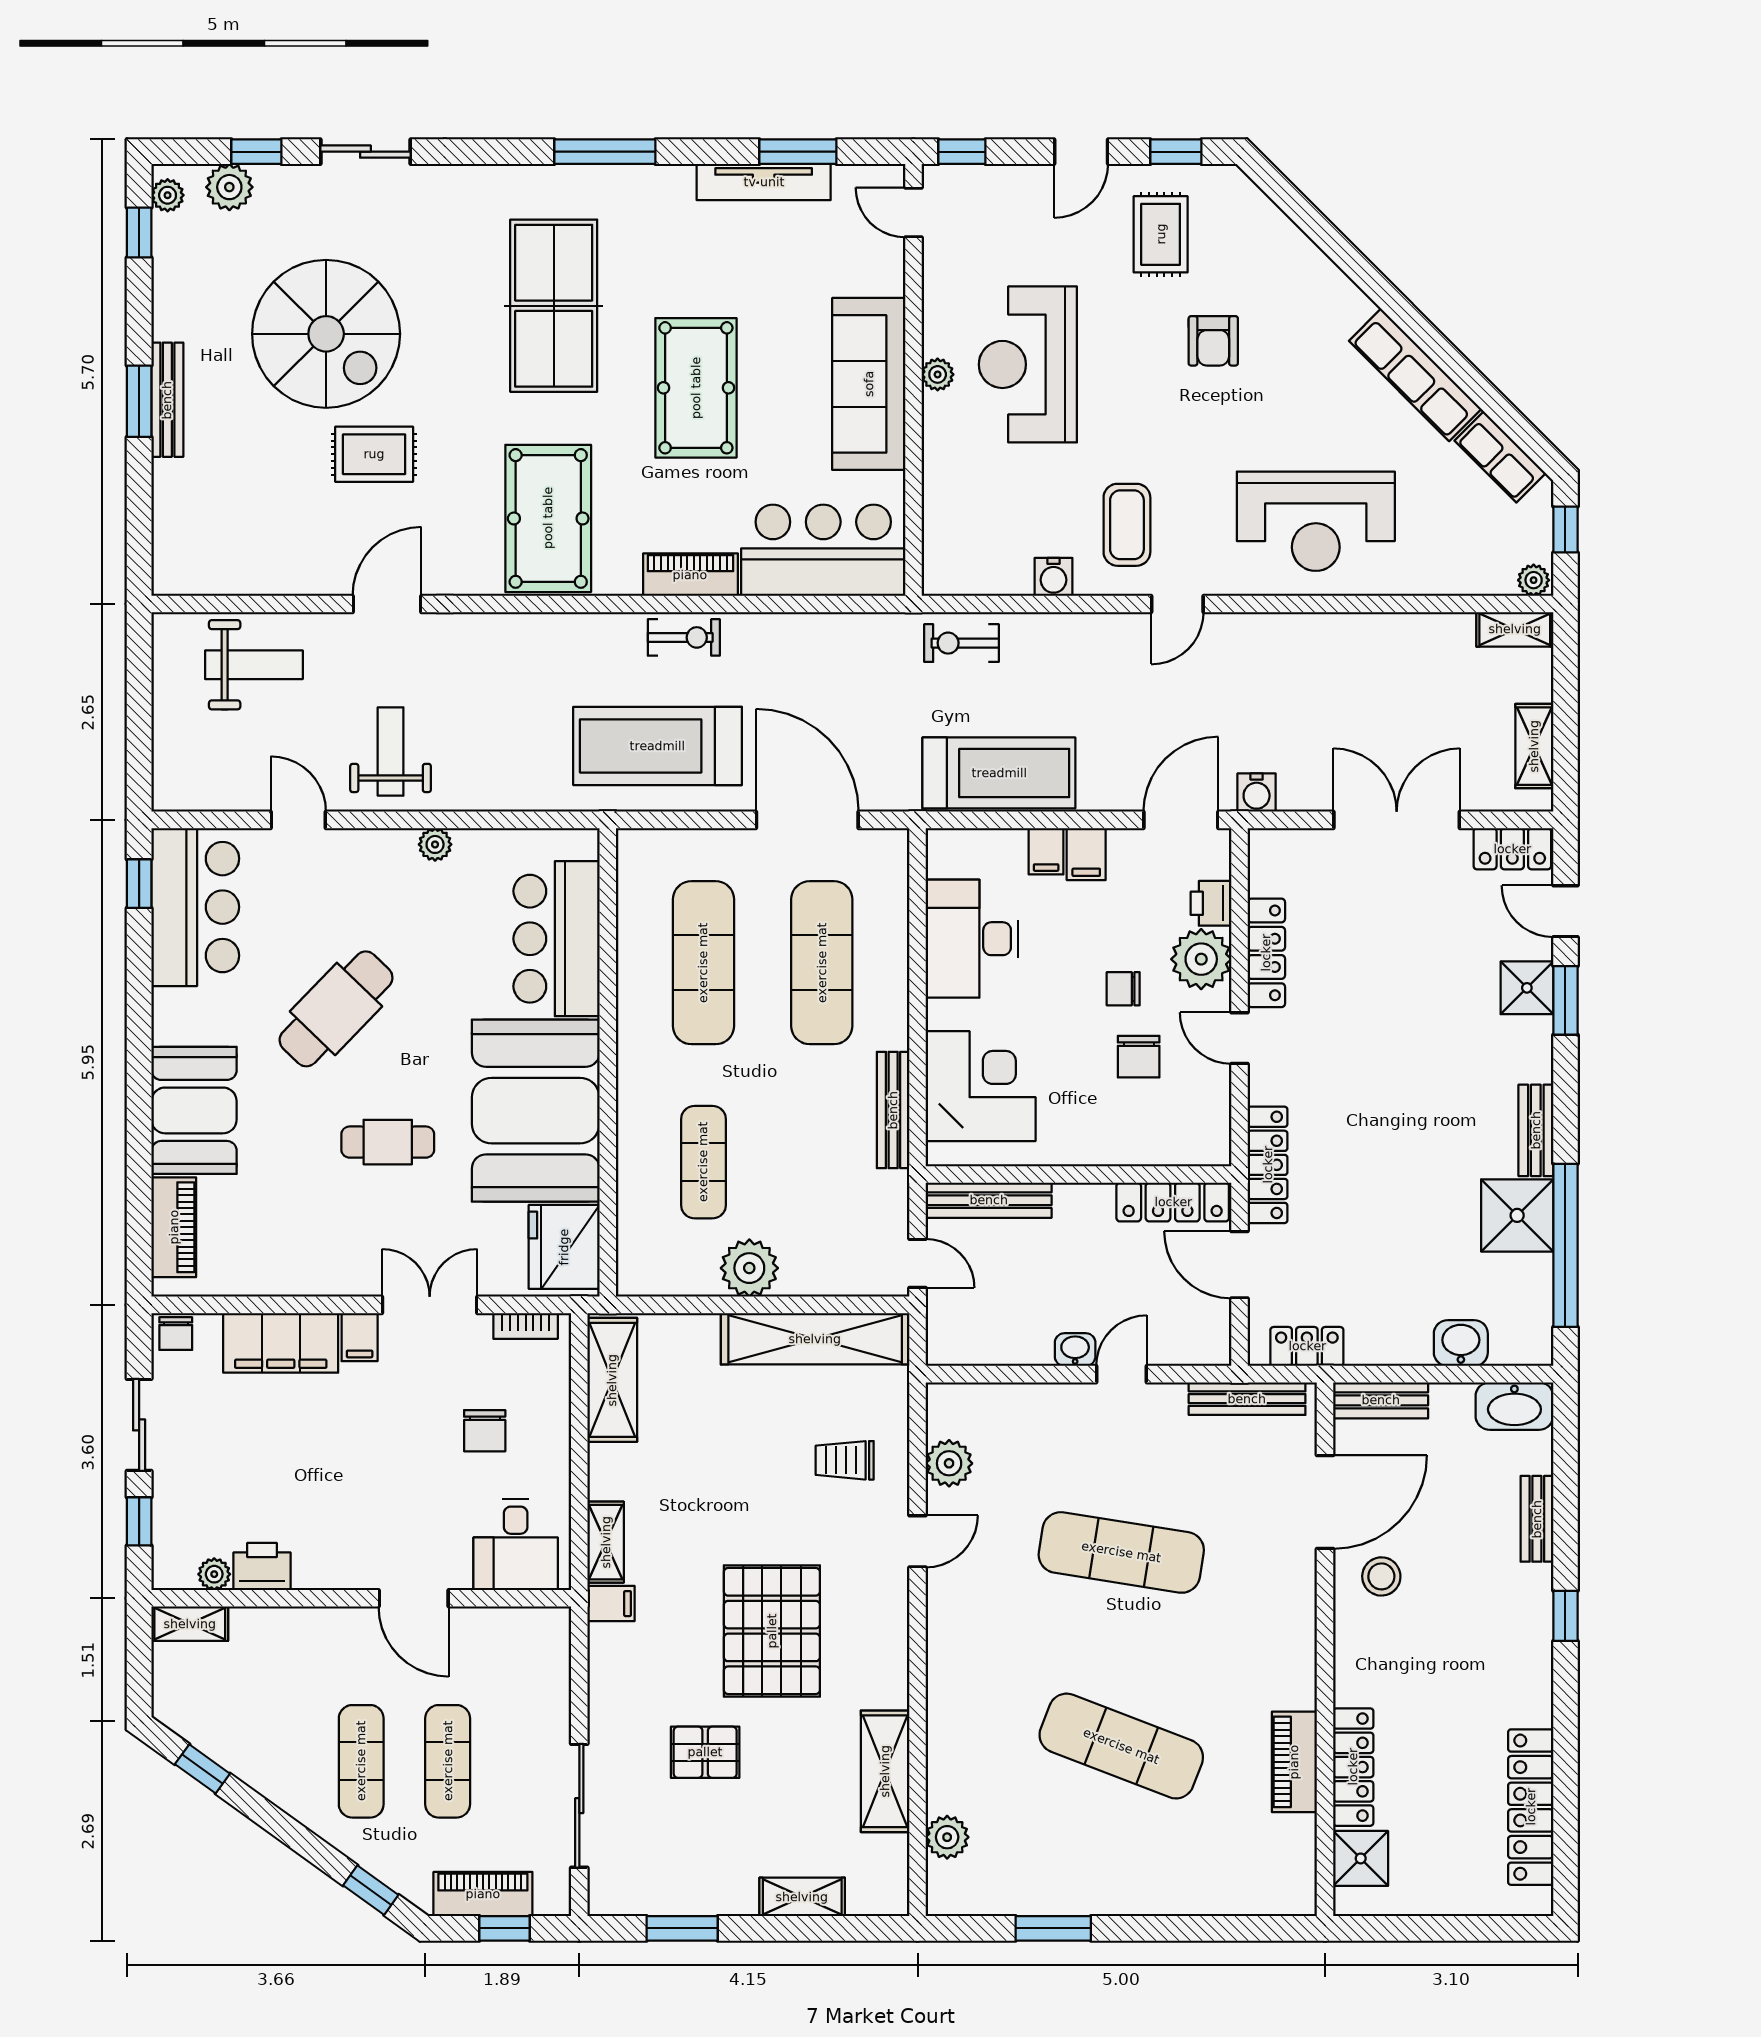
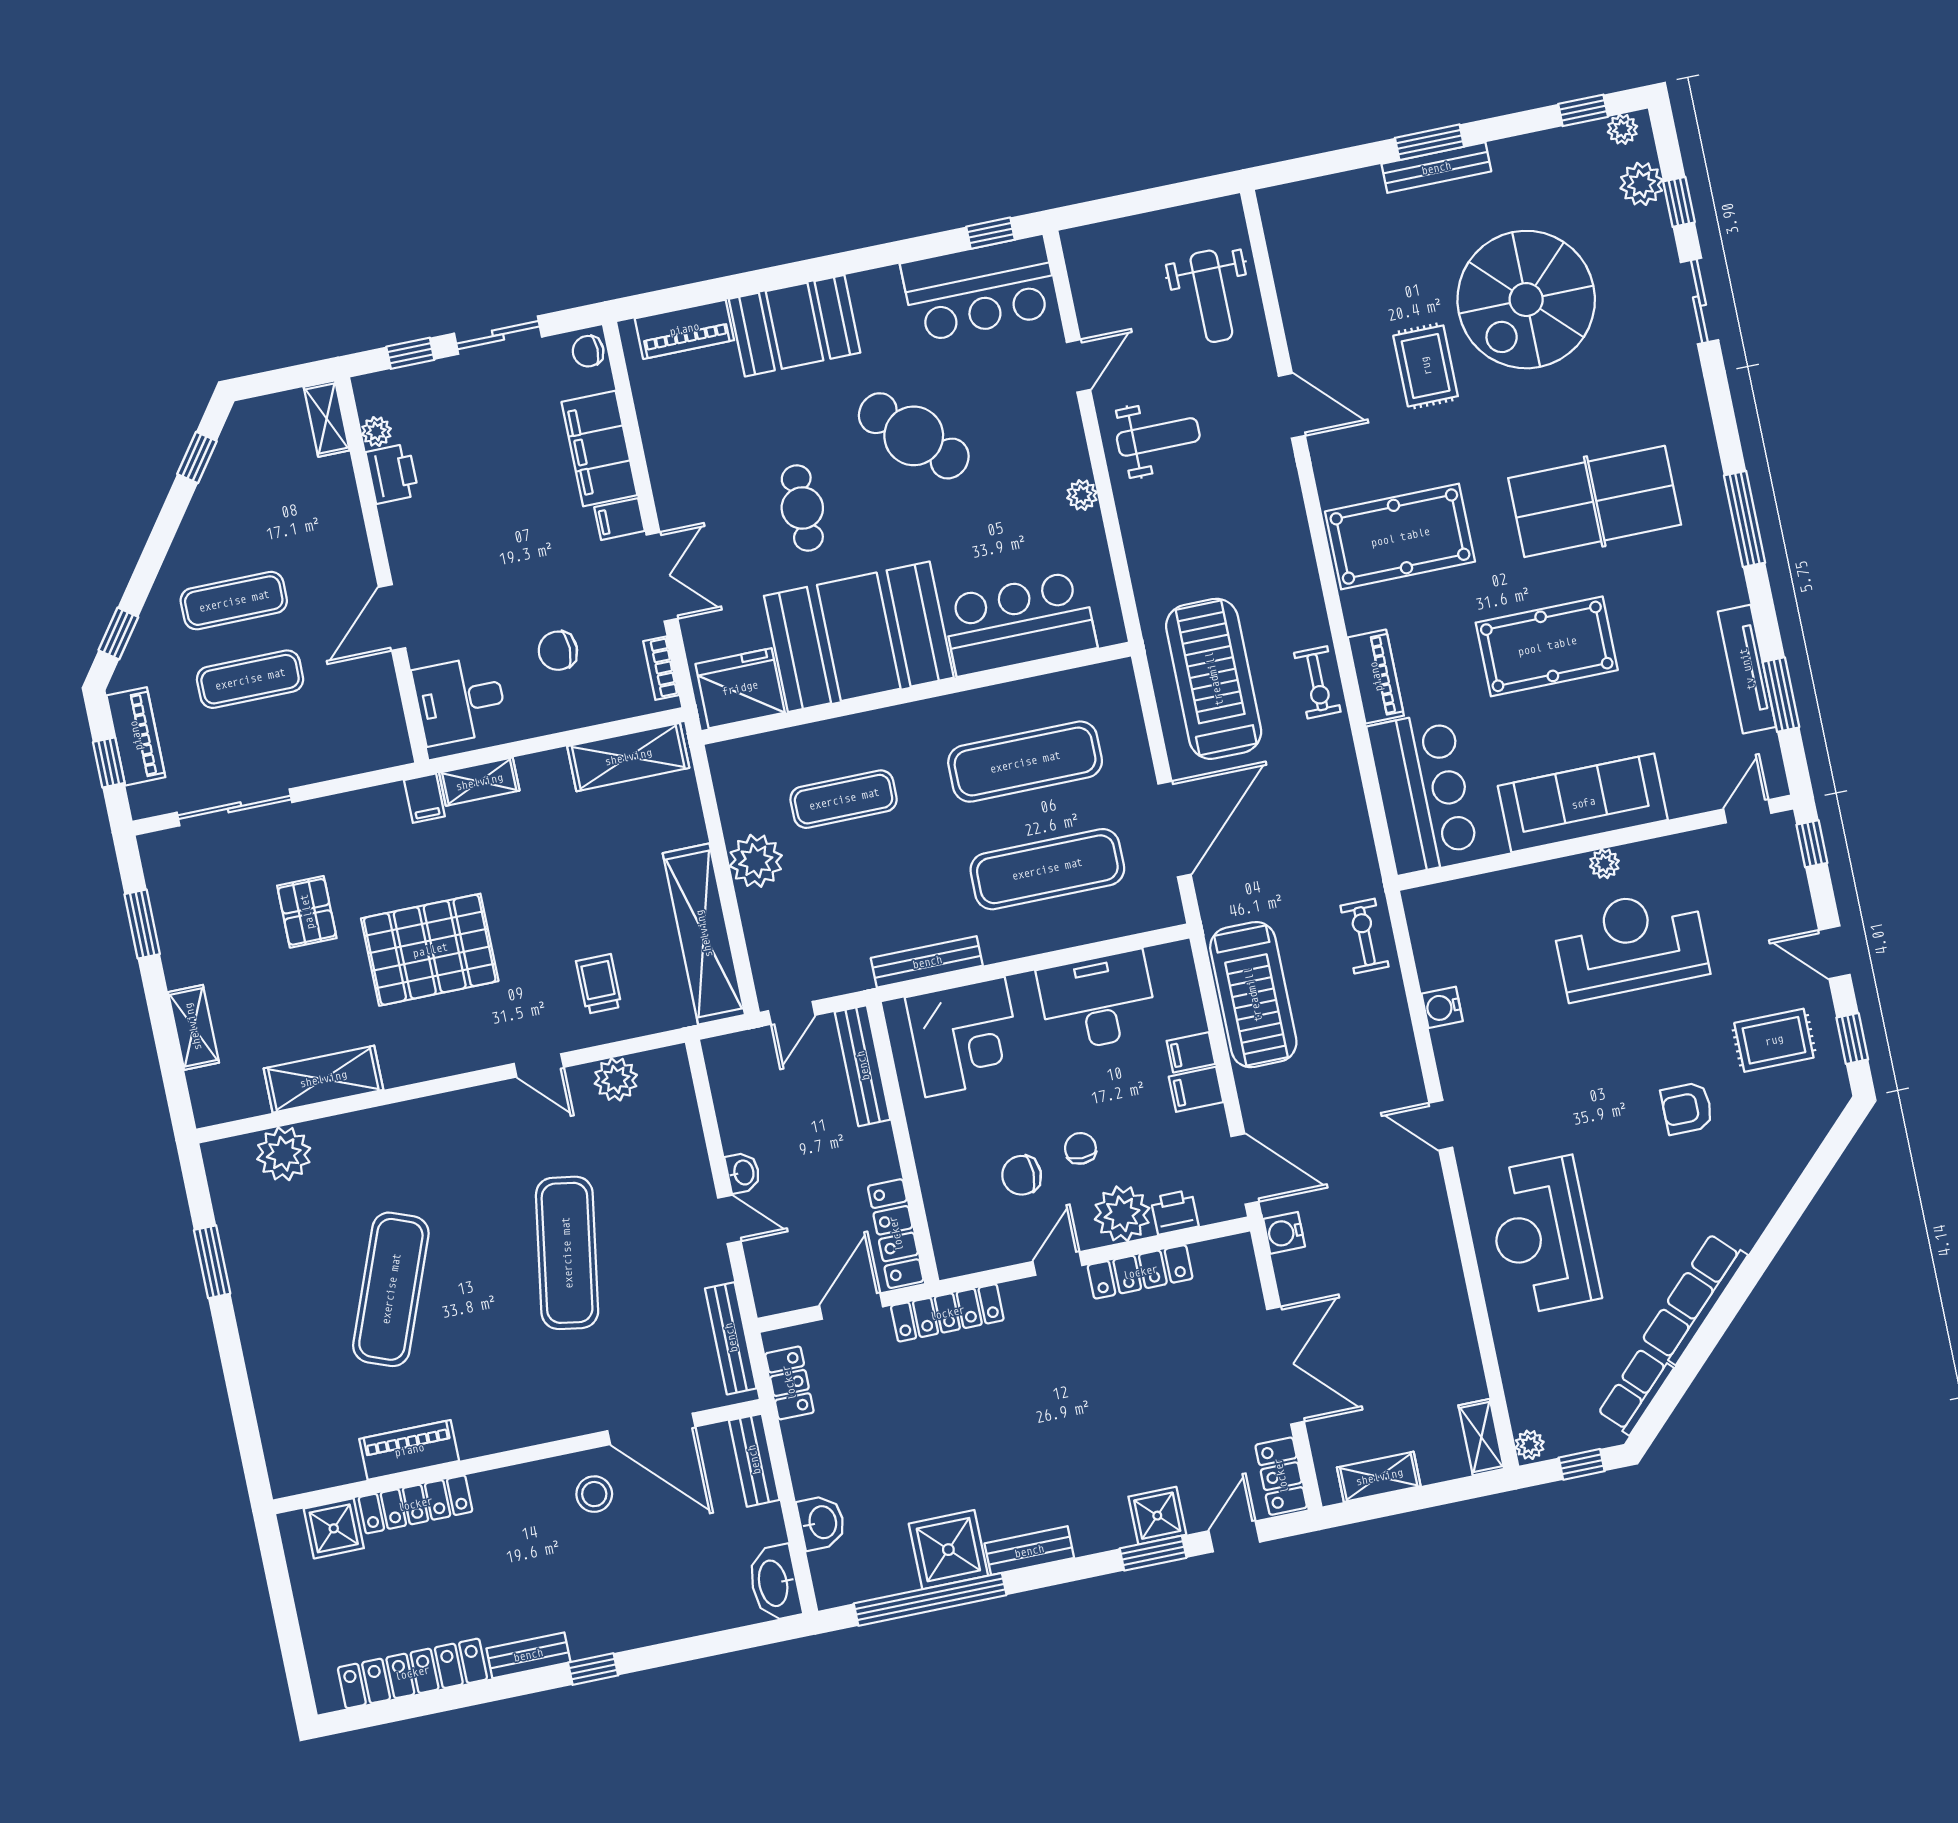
coffee table: (1127, 525) -> (1503, 1064), removed
bench: (1537, 1519) -> (528, 1655), moved
plant: (947, 1837) -> (284, 1154), width x1.36, depth x1.36

